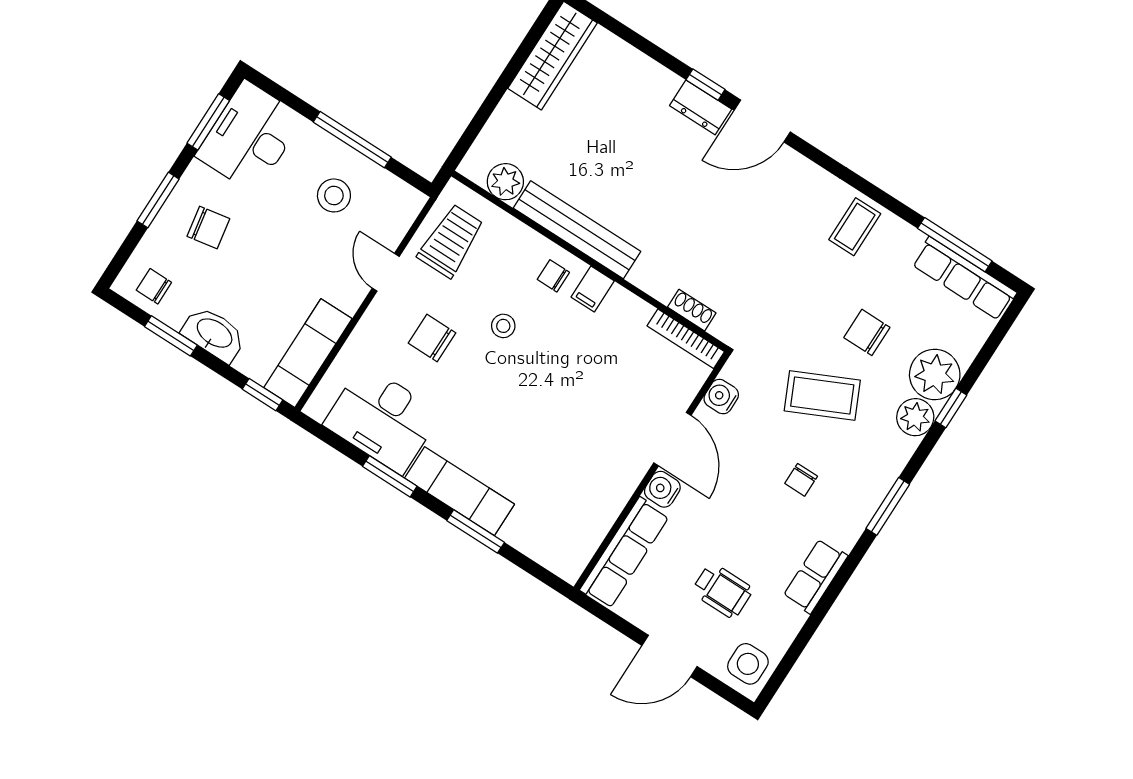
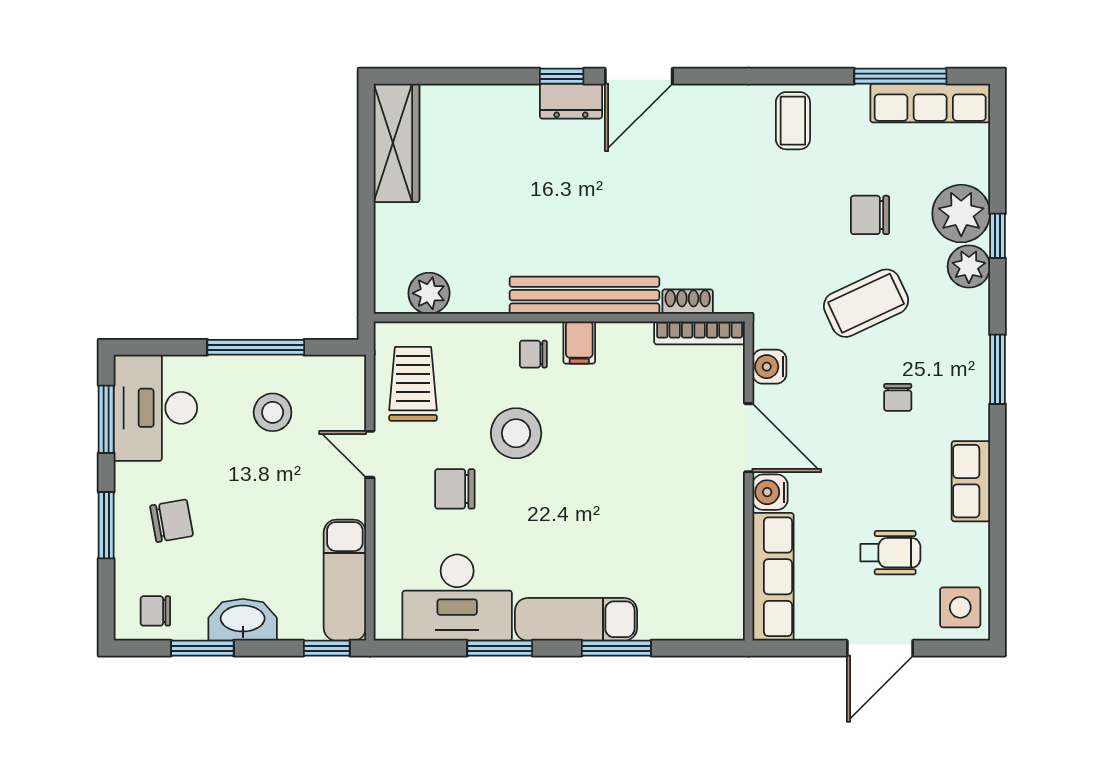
bench: (577, 230) -> (585, 295), moved
stool: (503, 326) -> (516, 433), width x1.89, depth x1.89

